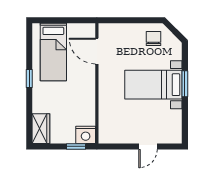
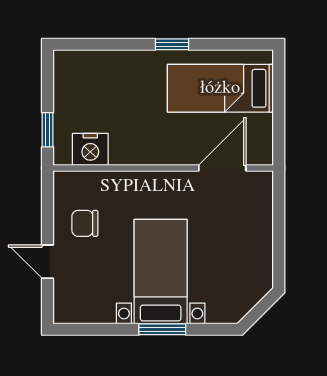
chair: (153, 39) -> (85, 223), moved, turned 180
wardrobe: (41, 129) -> (80, 66), removed
nightstand: (86, 135) -> (90, 149), moved, turned -90

